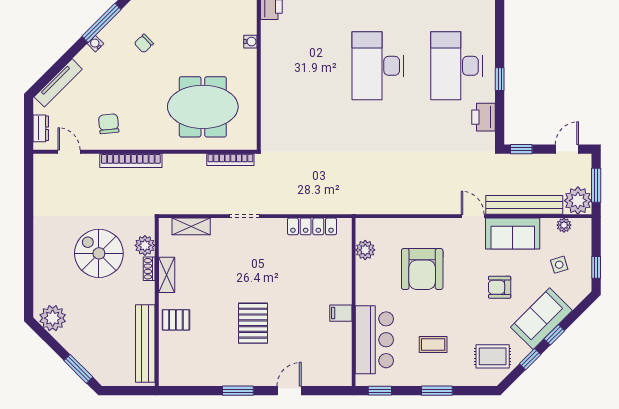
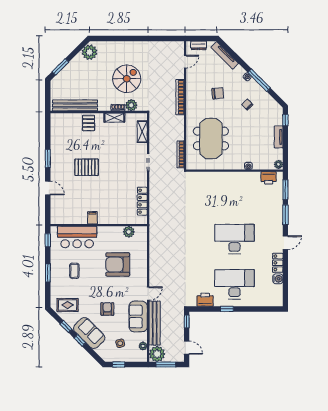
chair: (109, 124) -> (218, 93), moved
rug: (493, 356) -> (68, 305), turned 90

